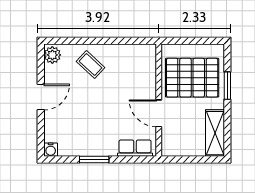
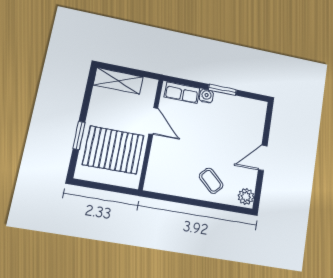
shelving: (215, 133) -> (118, 81), moved, turned 90
water cooler: (51, 150) -> (206, 96), moved

